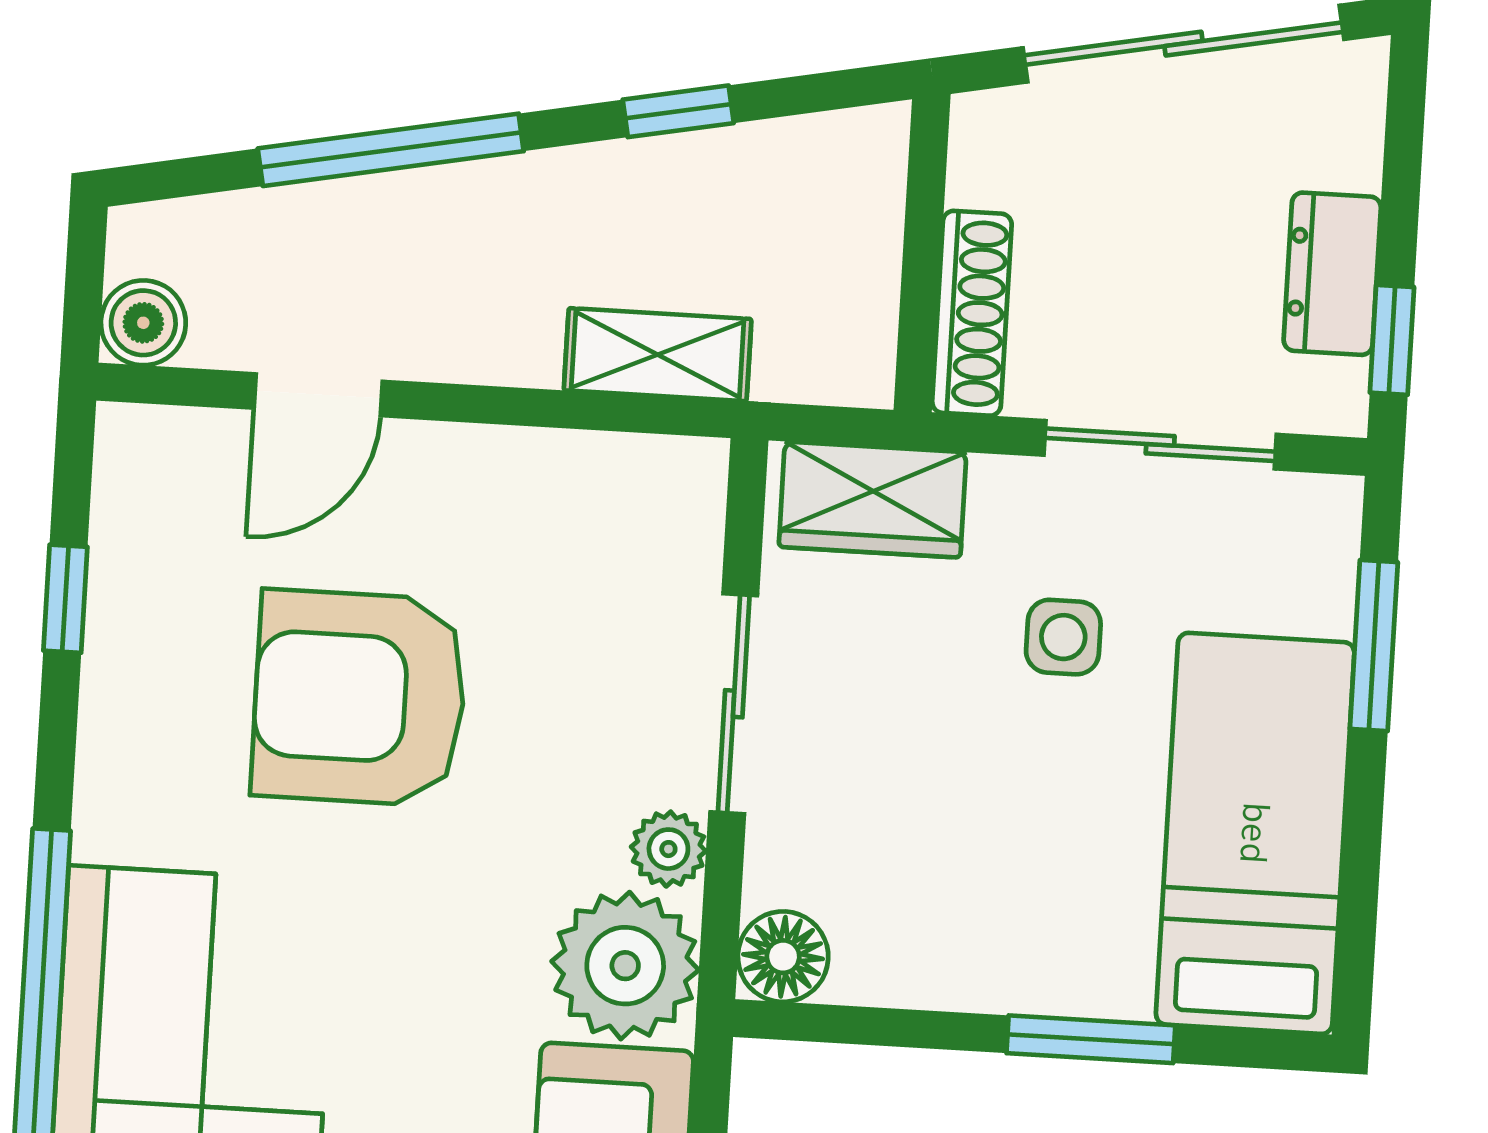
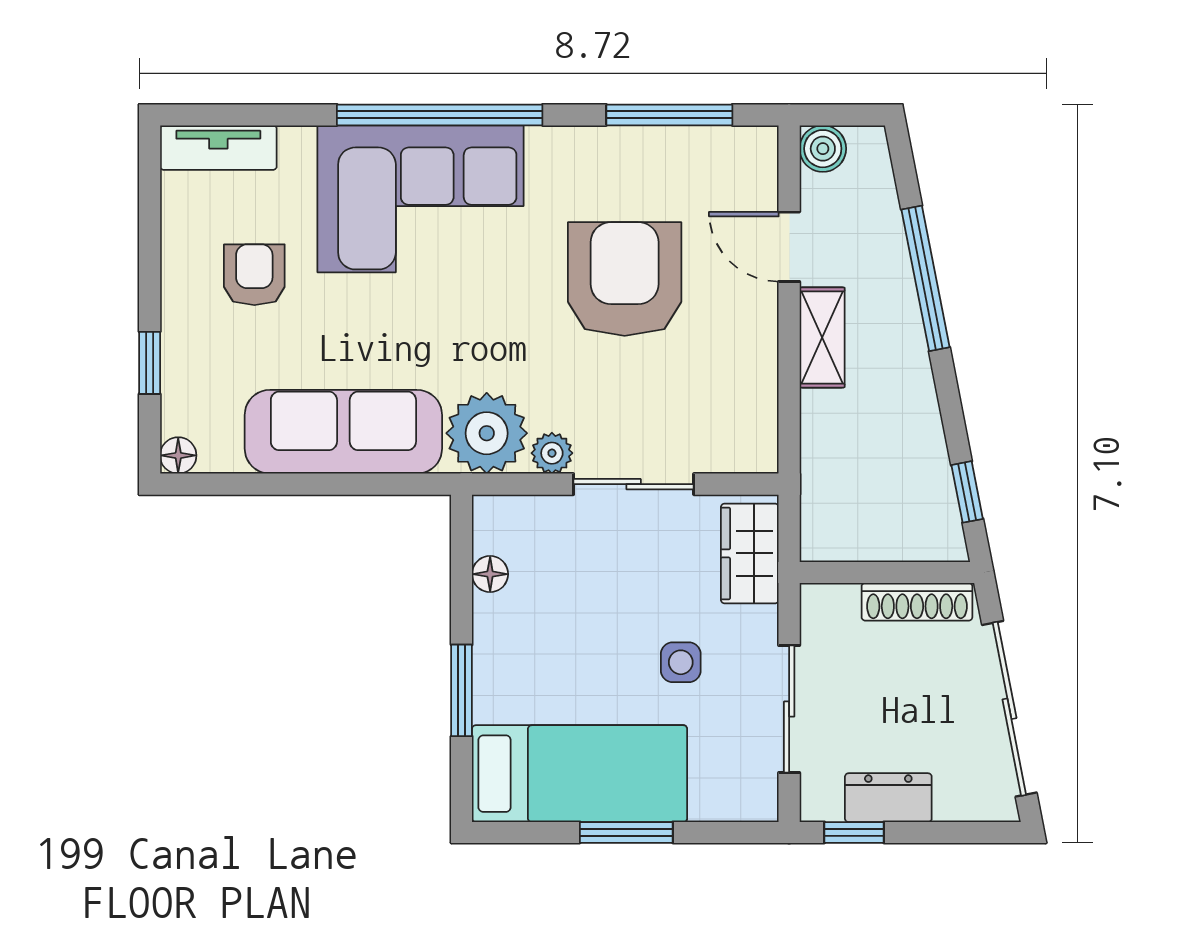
window: (678, 111) -> (967, 492), moved
shoe rack: (972, 313) -> (917, 602), moved
shelving: (658, 355) -> (822, 337), moved
window: (65, 599) -> (669, 115), width x2.17
window: (1374, 646) -> (626, 832), moved
floor lamp: (783, 957) -> (490, 574), moved, width x0.73, depth x0.73

